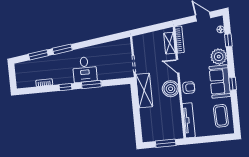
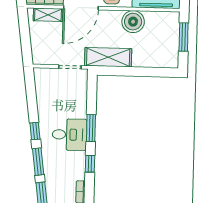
window: (84, 44) -> (35, 131), added
door: (178, 66) -> (81, 8), width x1.87
boiler: (171, 89) -> (133, 22), moved

